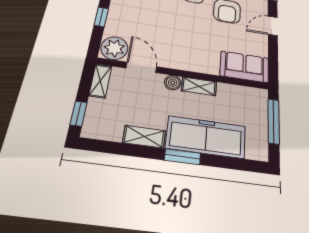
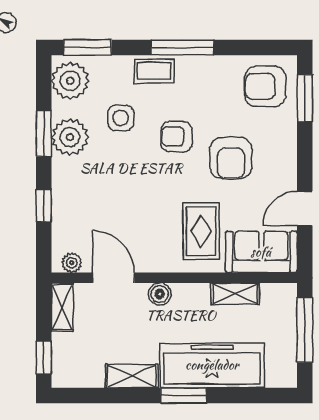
door: (273, 26) -> (305, 208), moved
plant: (114, 48) -> (72, 263), width x0.53, depth x0.53
rug: (205, 48) -> (201, 231), added
shelving: (199, 86) -> (235, 294), moved

